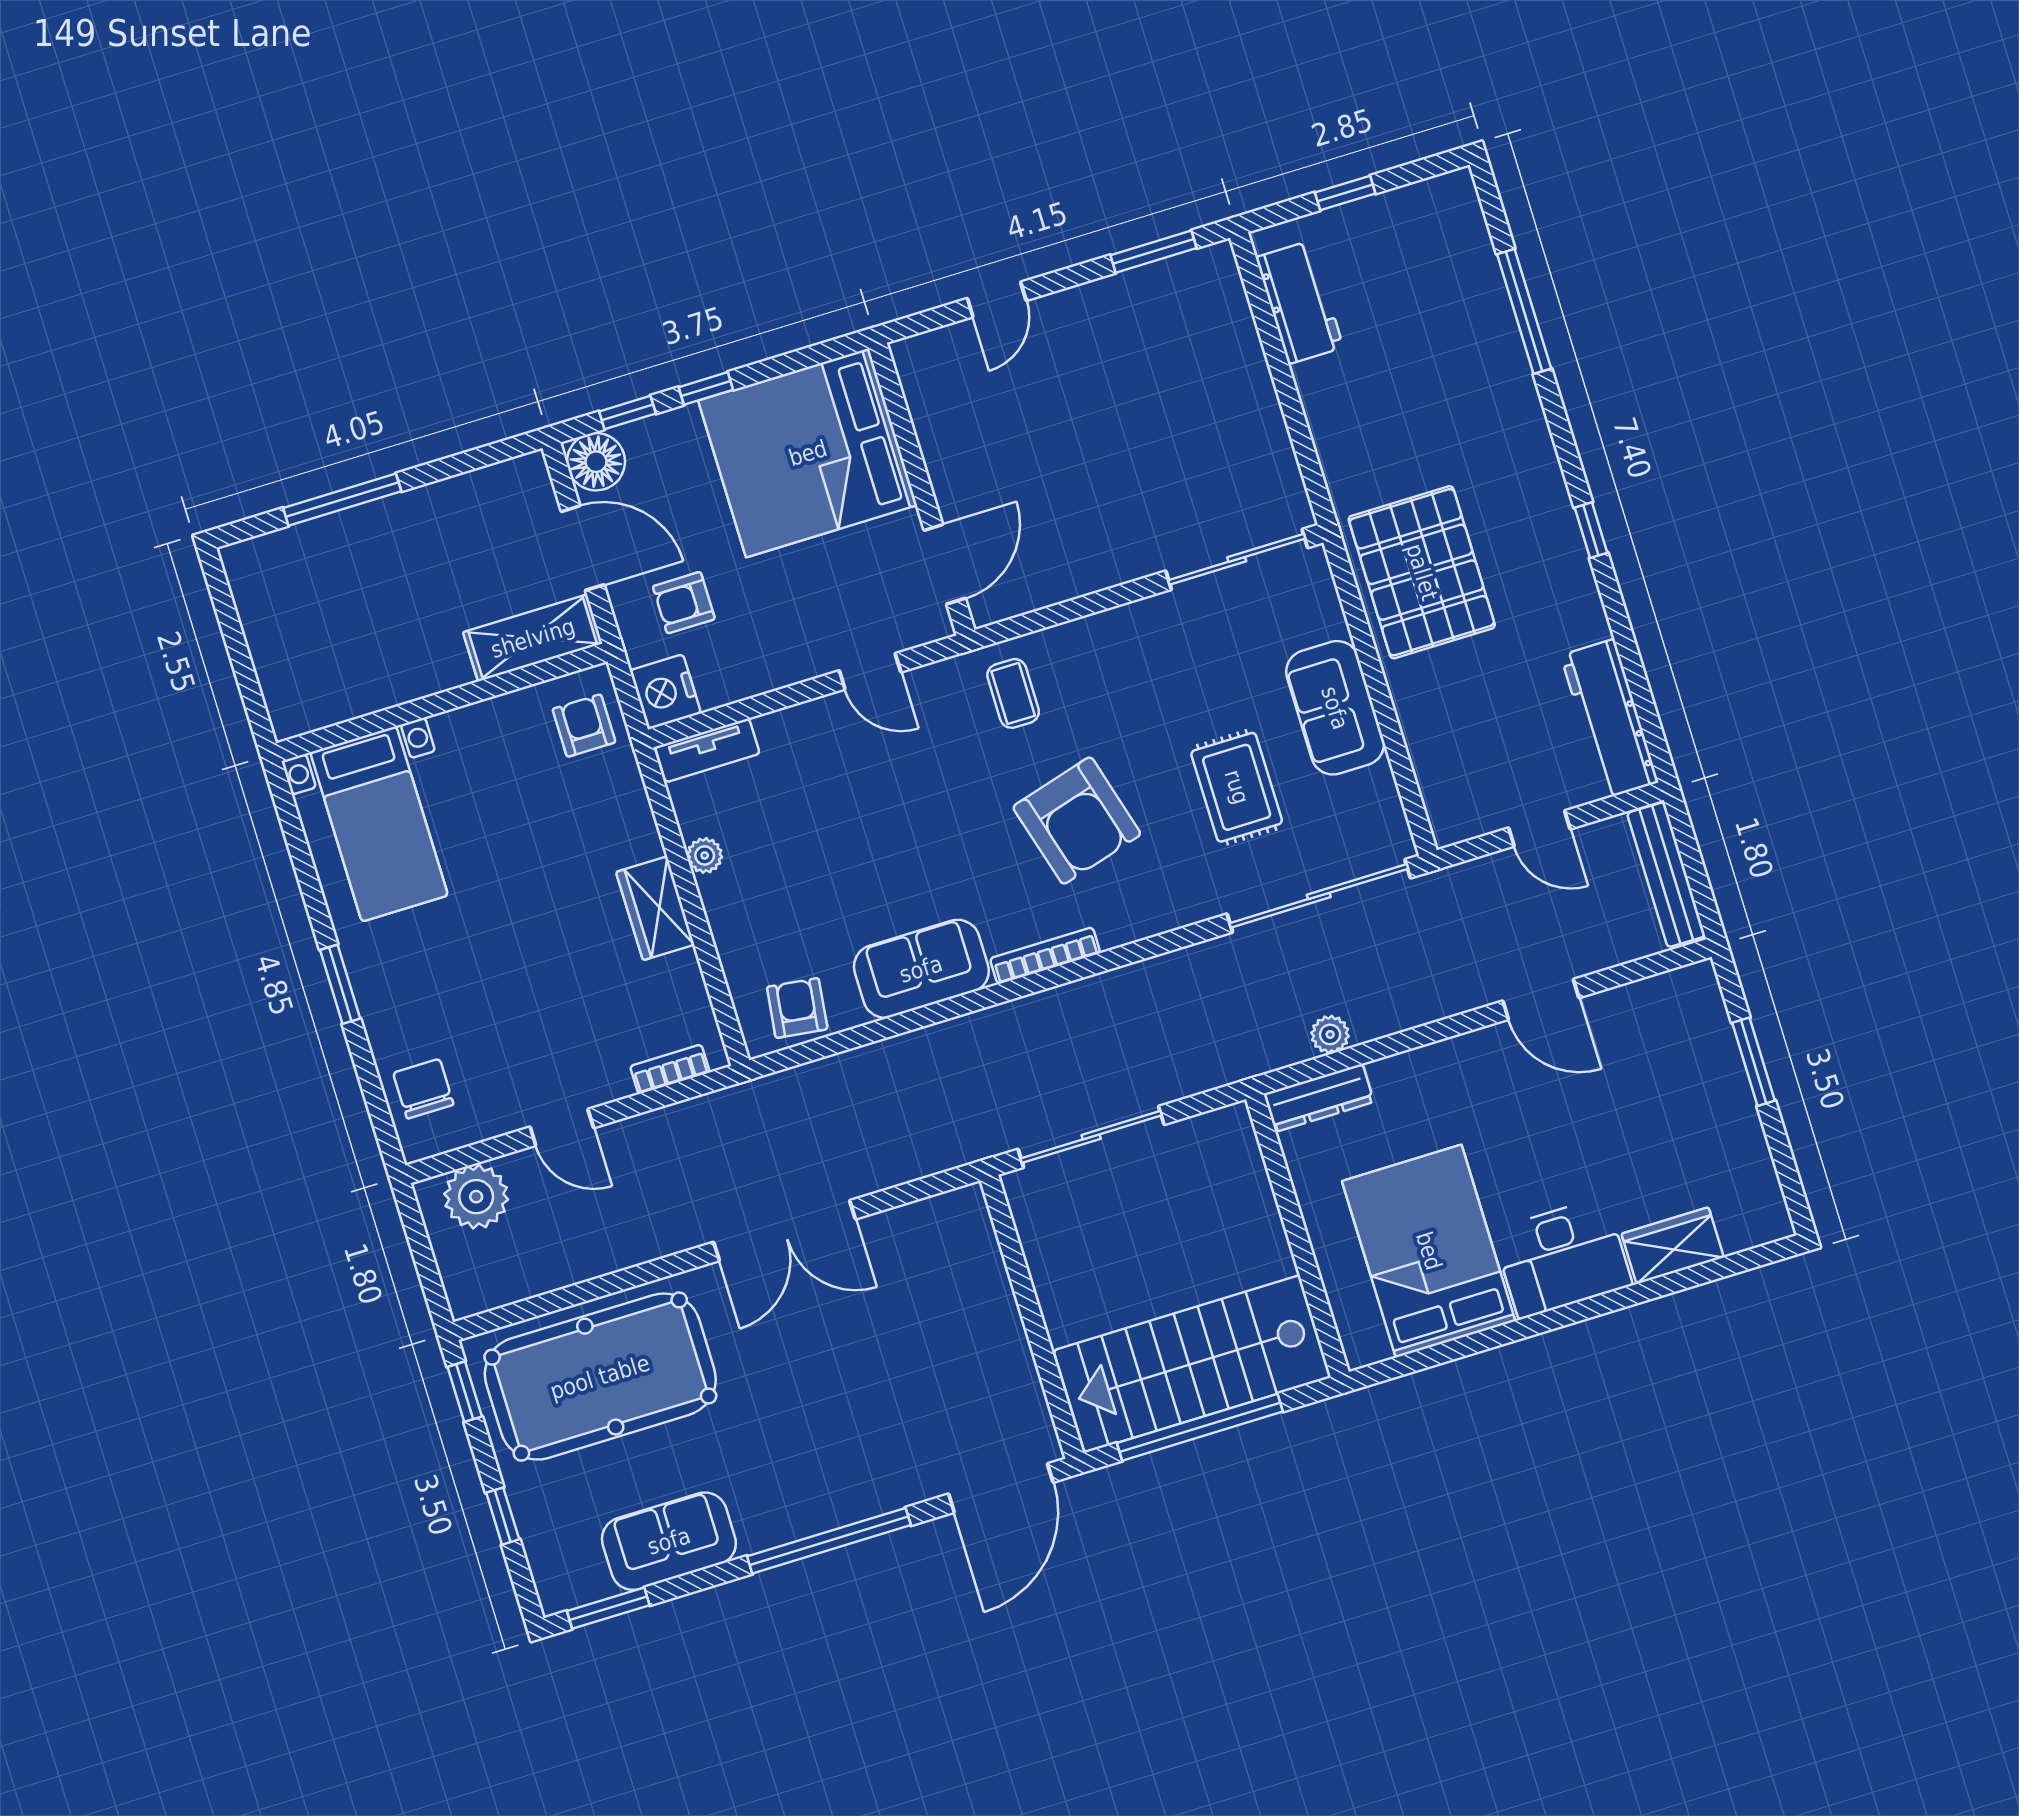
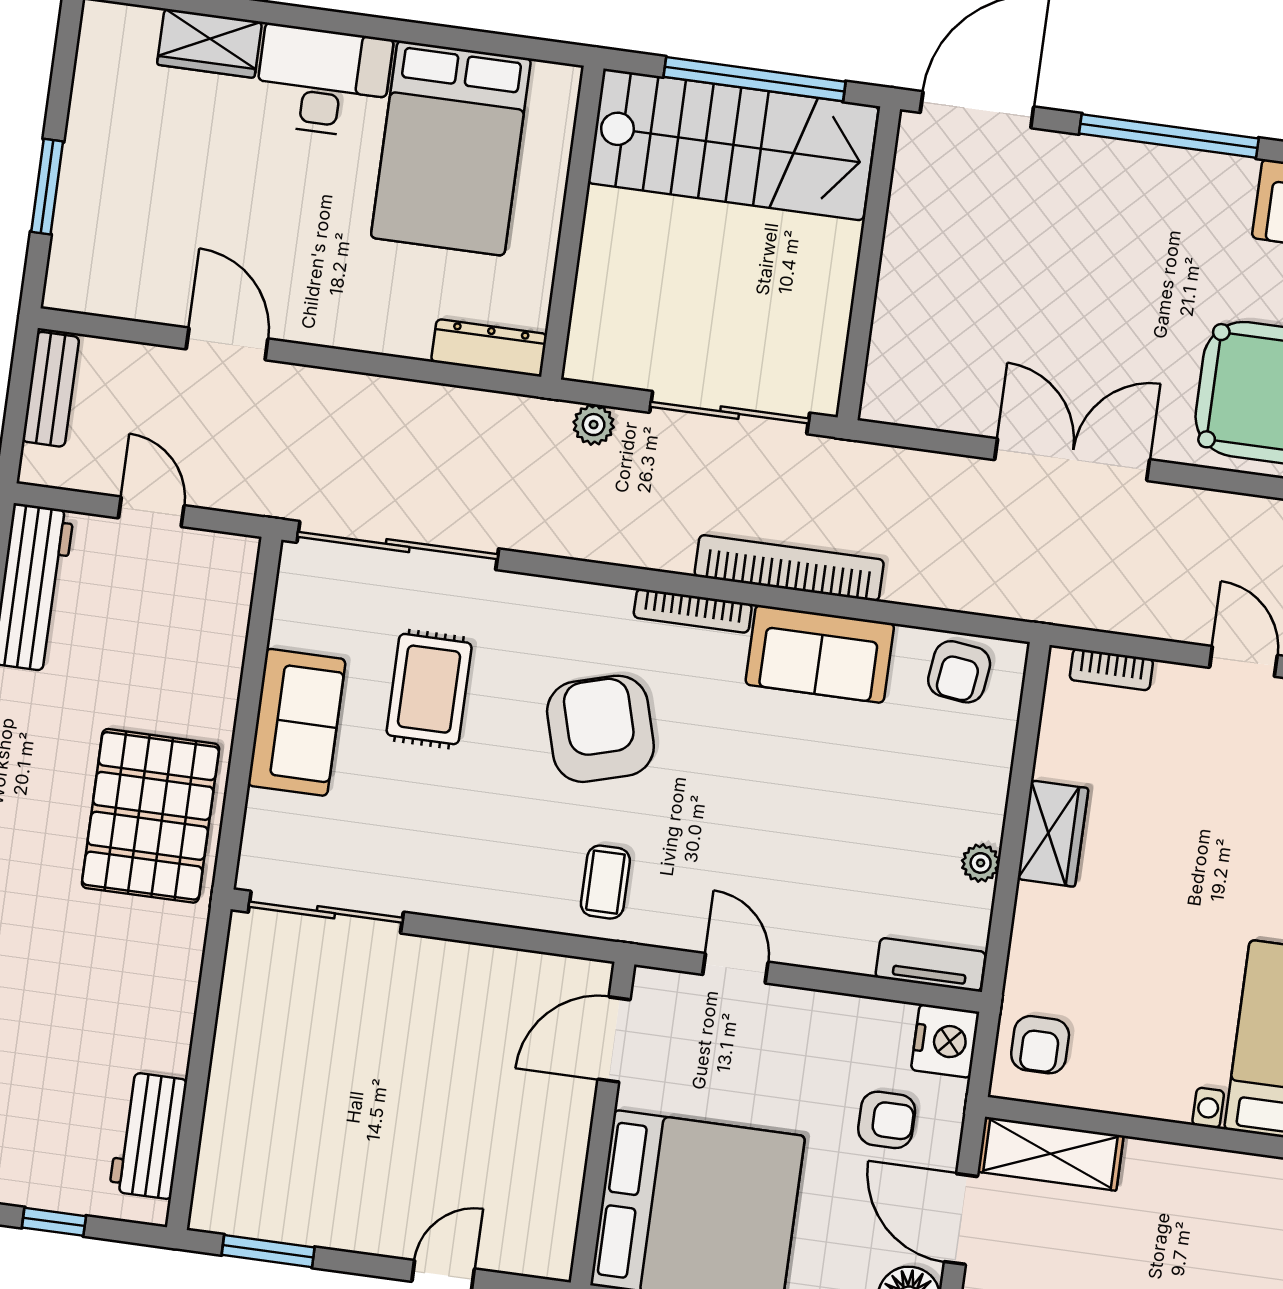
bench: (1666, 875) -> (51, 389), width x0.73
bookcase: (981, 1029) -> (789, 568), added
plant: (1330, 1034) -> (594, 425), moved

